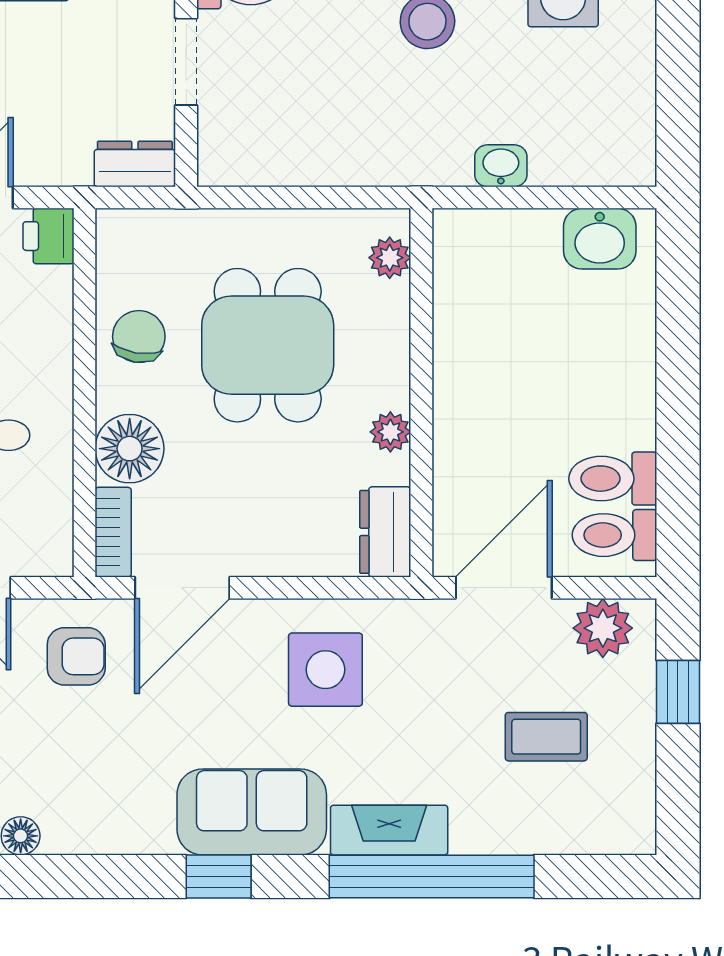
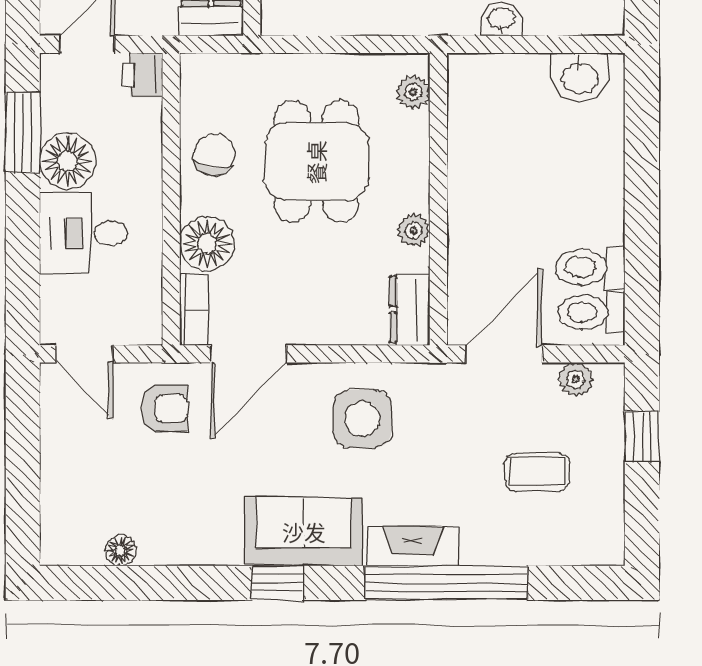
plant: (603, 628) -> (576, 379), width x0.73, depth x0.73

